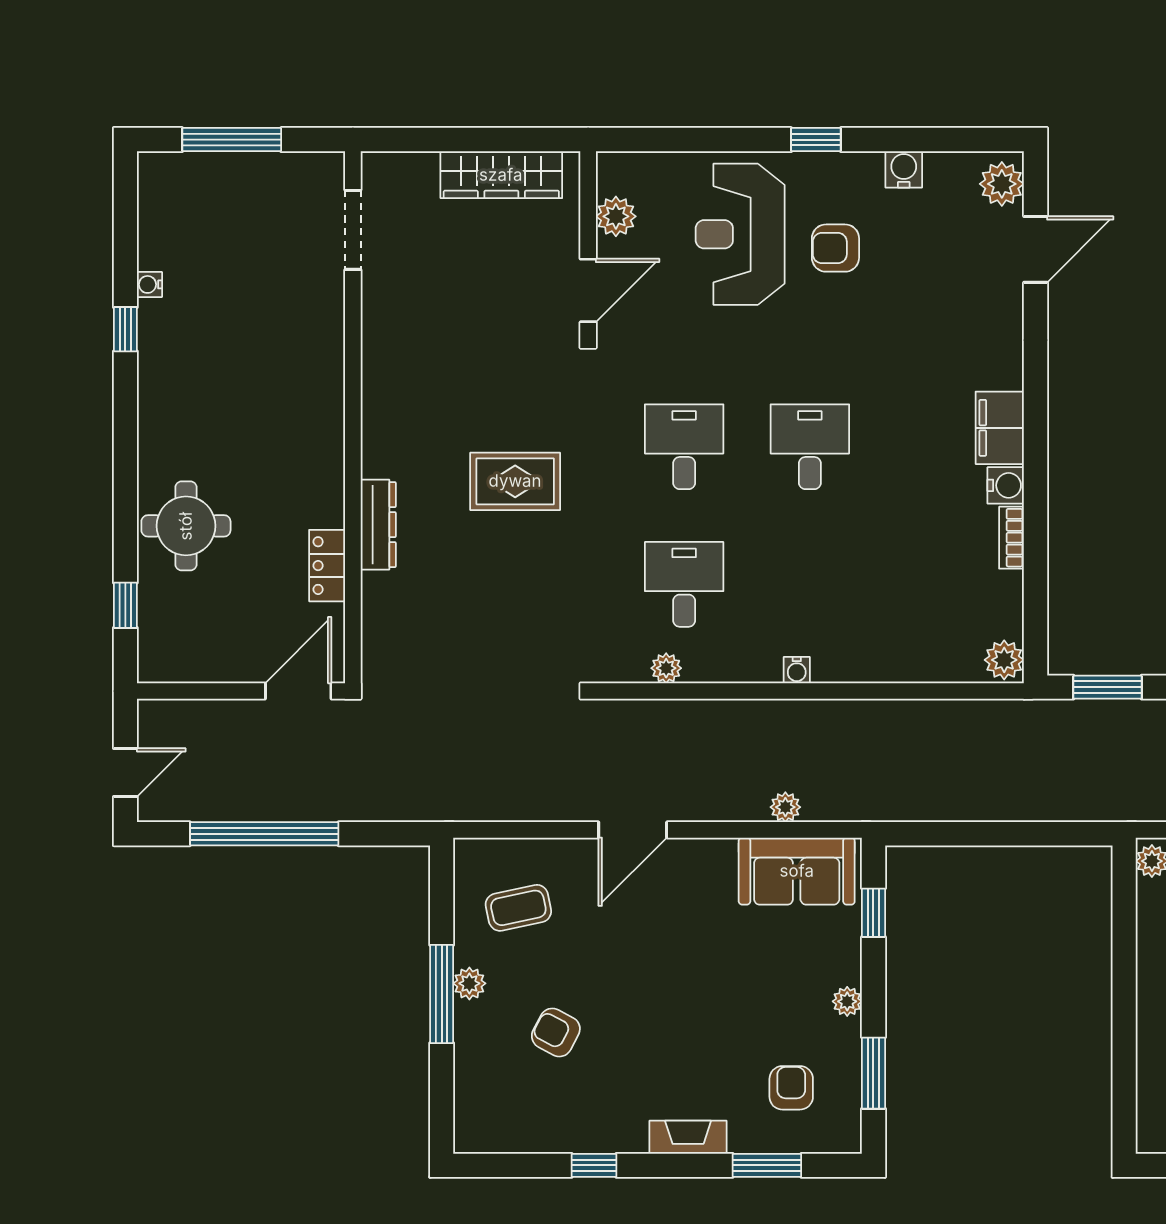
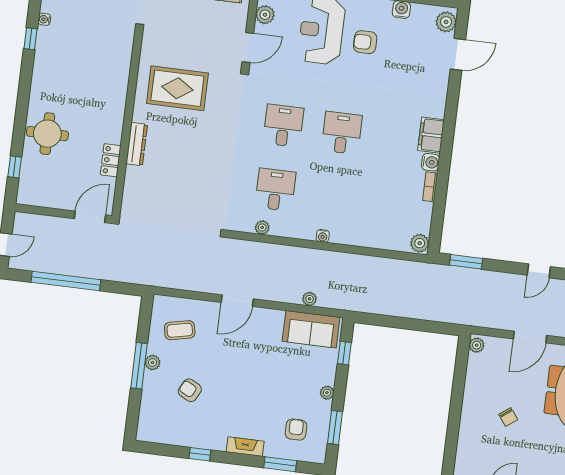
rug: (515, 481) -> (177, 88), moved, width x1.36, depth x1.43

